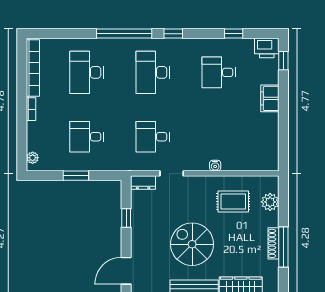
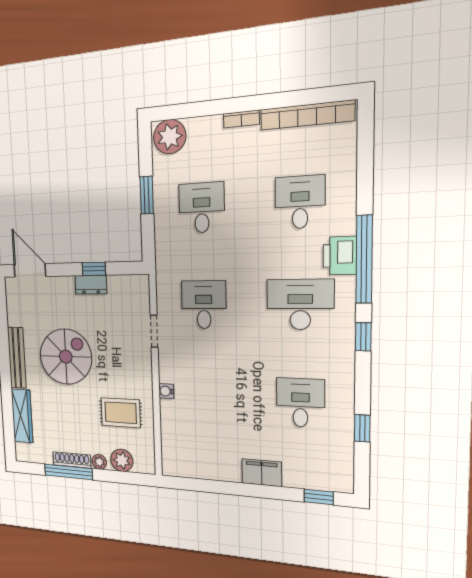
printer: (267, 48) -> (340, 256), moved
desk: (87, 72) -> (300, 202), width x0.73
plant: (33, 158) -> (170, 137), width x1.87, depth x1.87
dresser: (143, 183) -> (91, 285), moved, turned -90
rug: (233, 201) -> (121, 413), turned 90
plant: (273, 220) -> (99, 462), added

